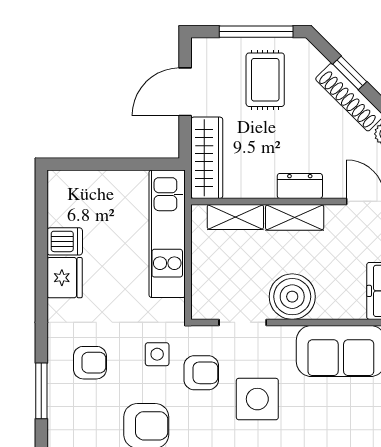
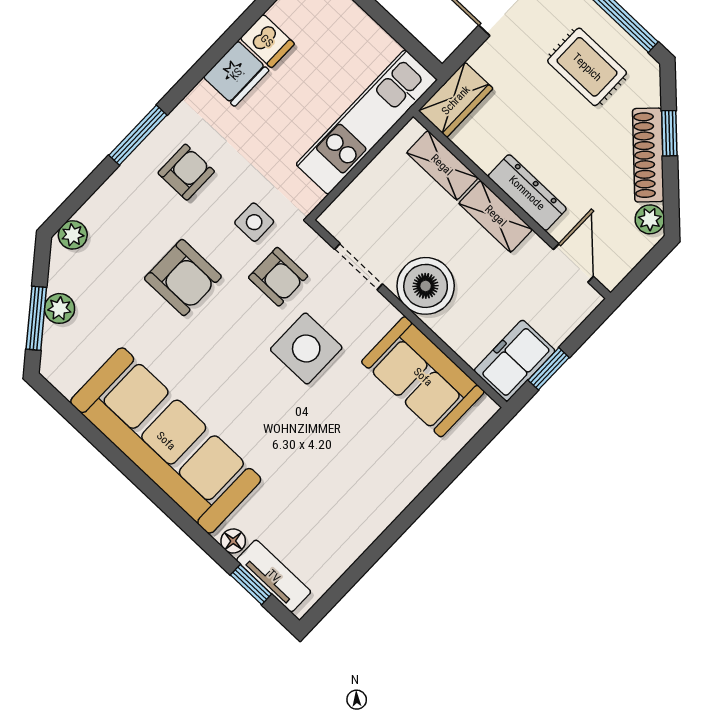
rug: (265, 80) -> (587, 67), turned 90
wardrobe: (207, 158) -> (456, 100), width x0.67
dresser: (300, 186) -> (527, 193), width x1.44
armchair: (90, 363) -> (186, 172), turned -90
window: (41, 391) -> (138, 135), moved

